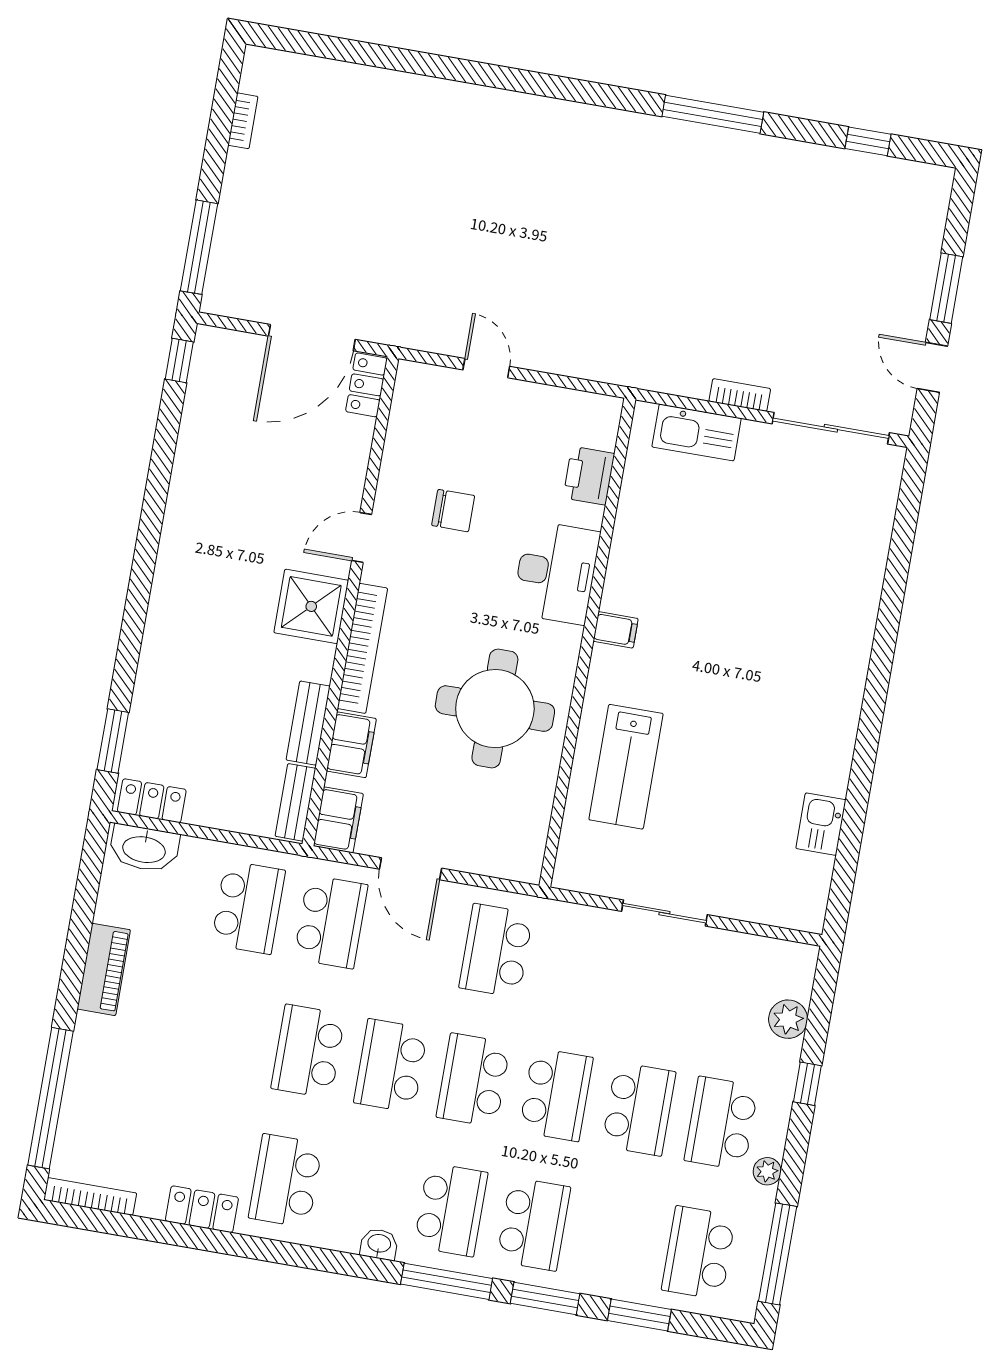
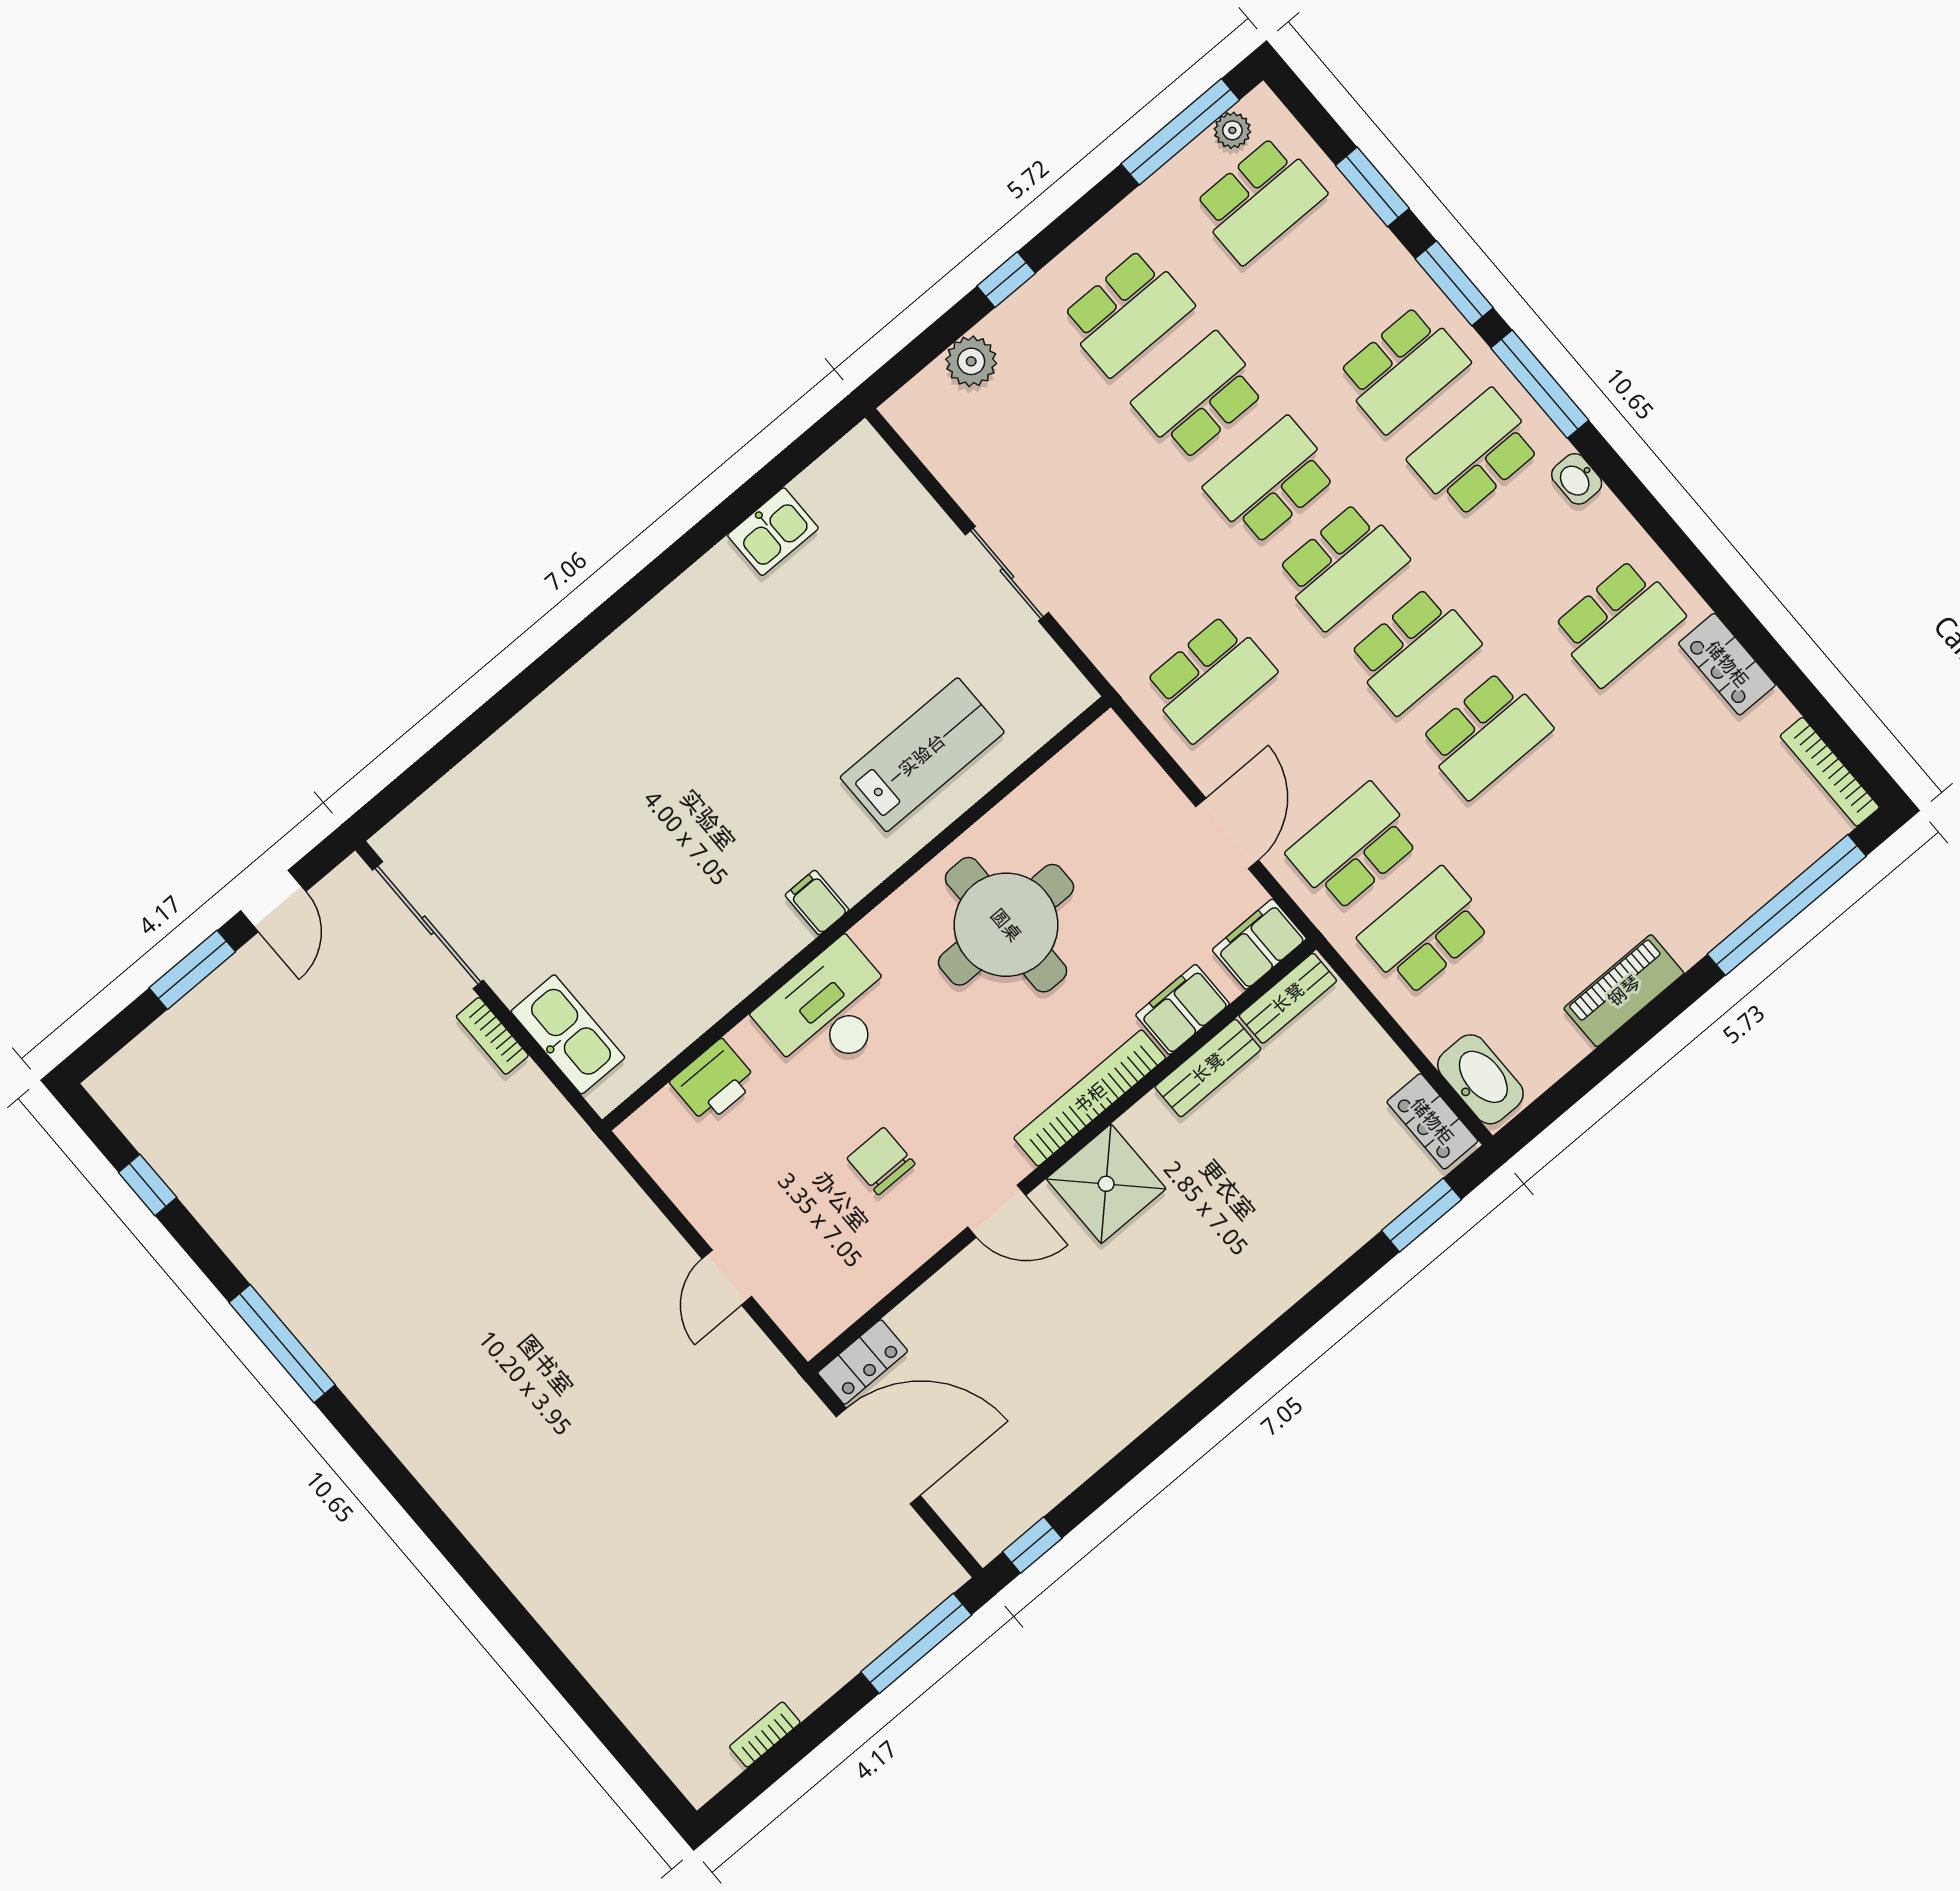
plant: (767, 1171) -> (1232, 130), moved
school desk: (533, 1224) -> (1403, 369), turned 180

